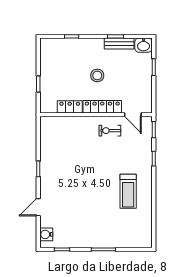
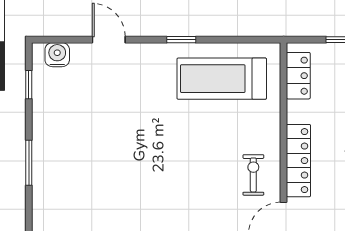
locker: (70, 107) -> (298, 76), moved
treadmill: (128, 191) -> (222, 79), moved, width x1.37, depth x1.38

